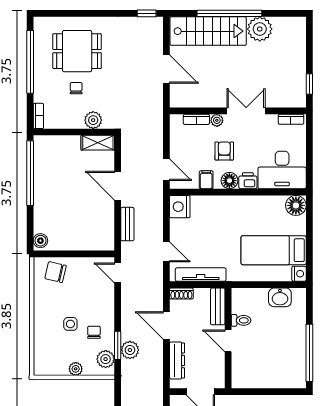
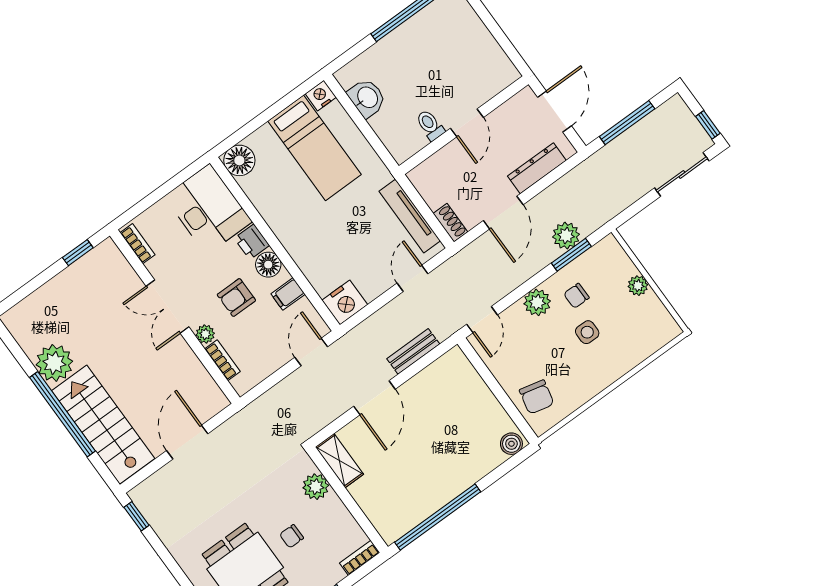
bench: (218, 306) -> (434, 166), removed
plant: (106, 359) -> (537, 302), moved

